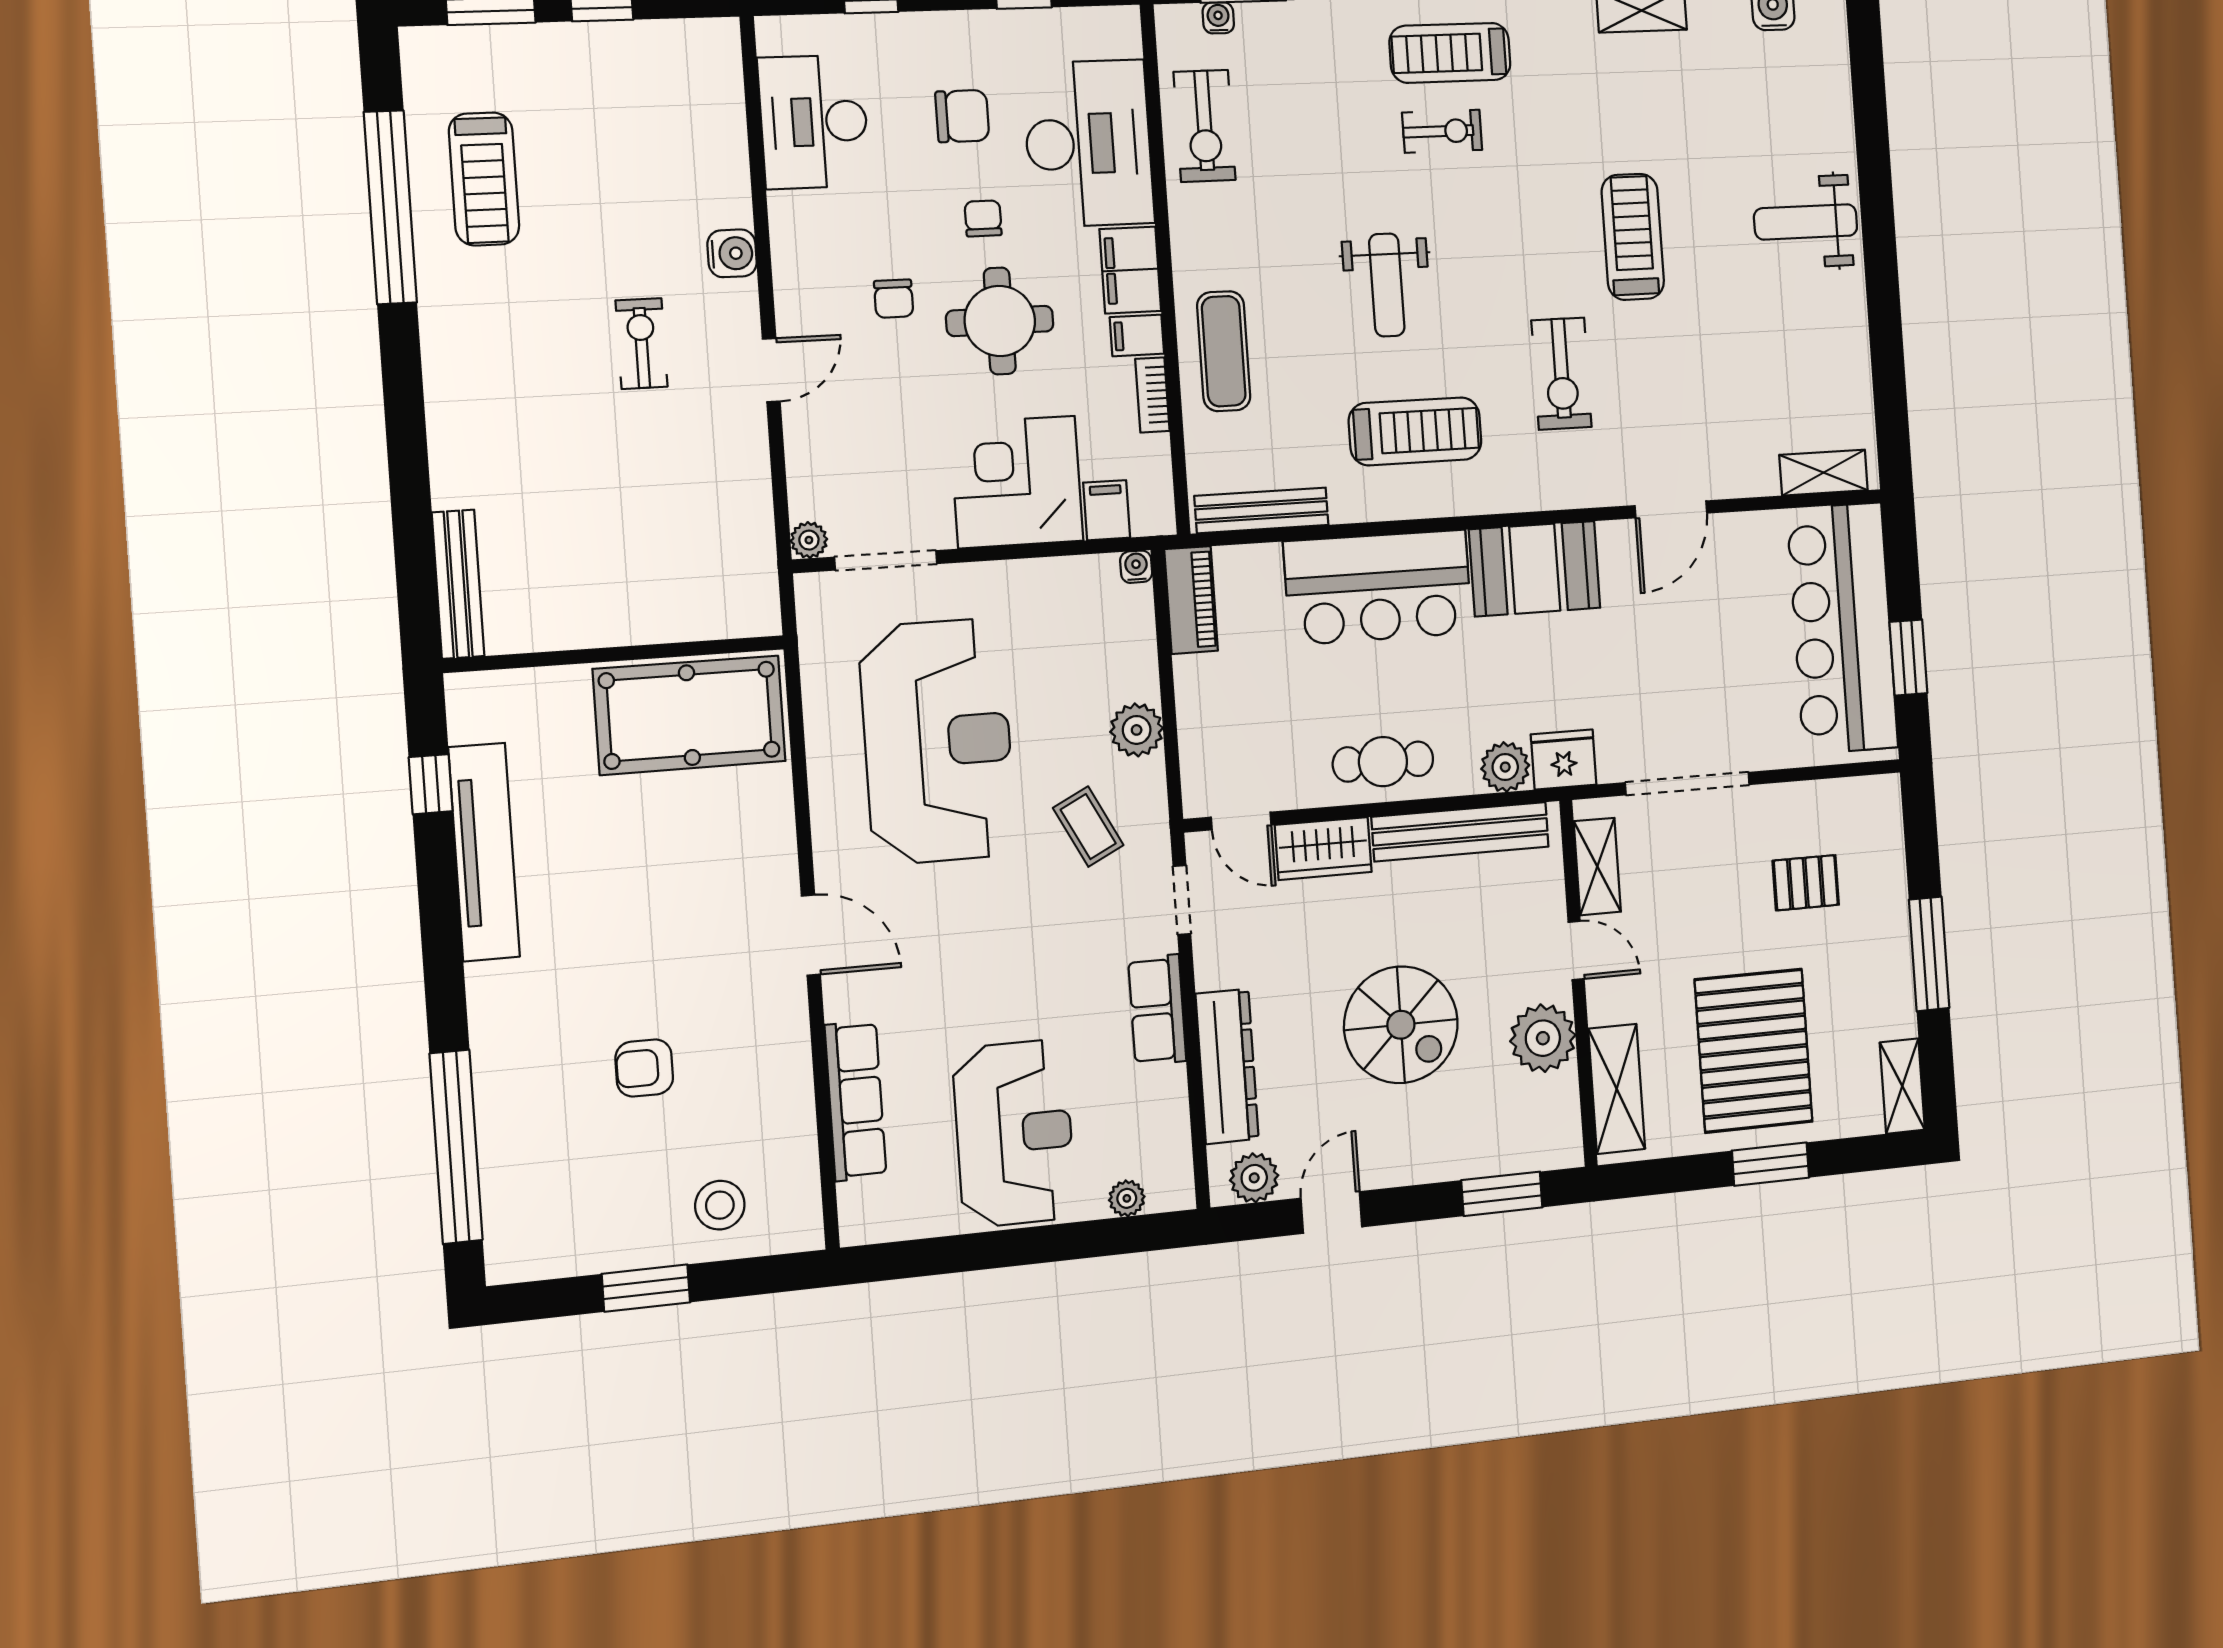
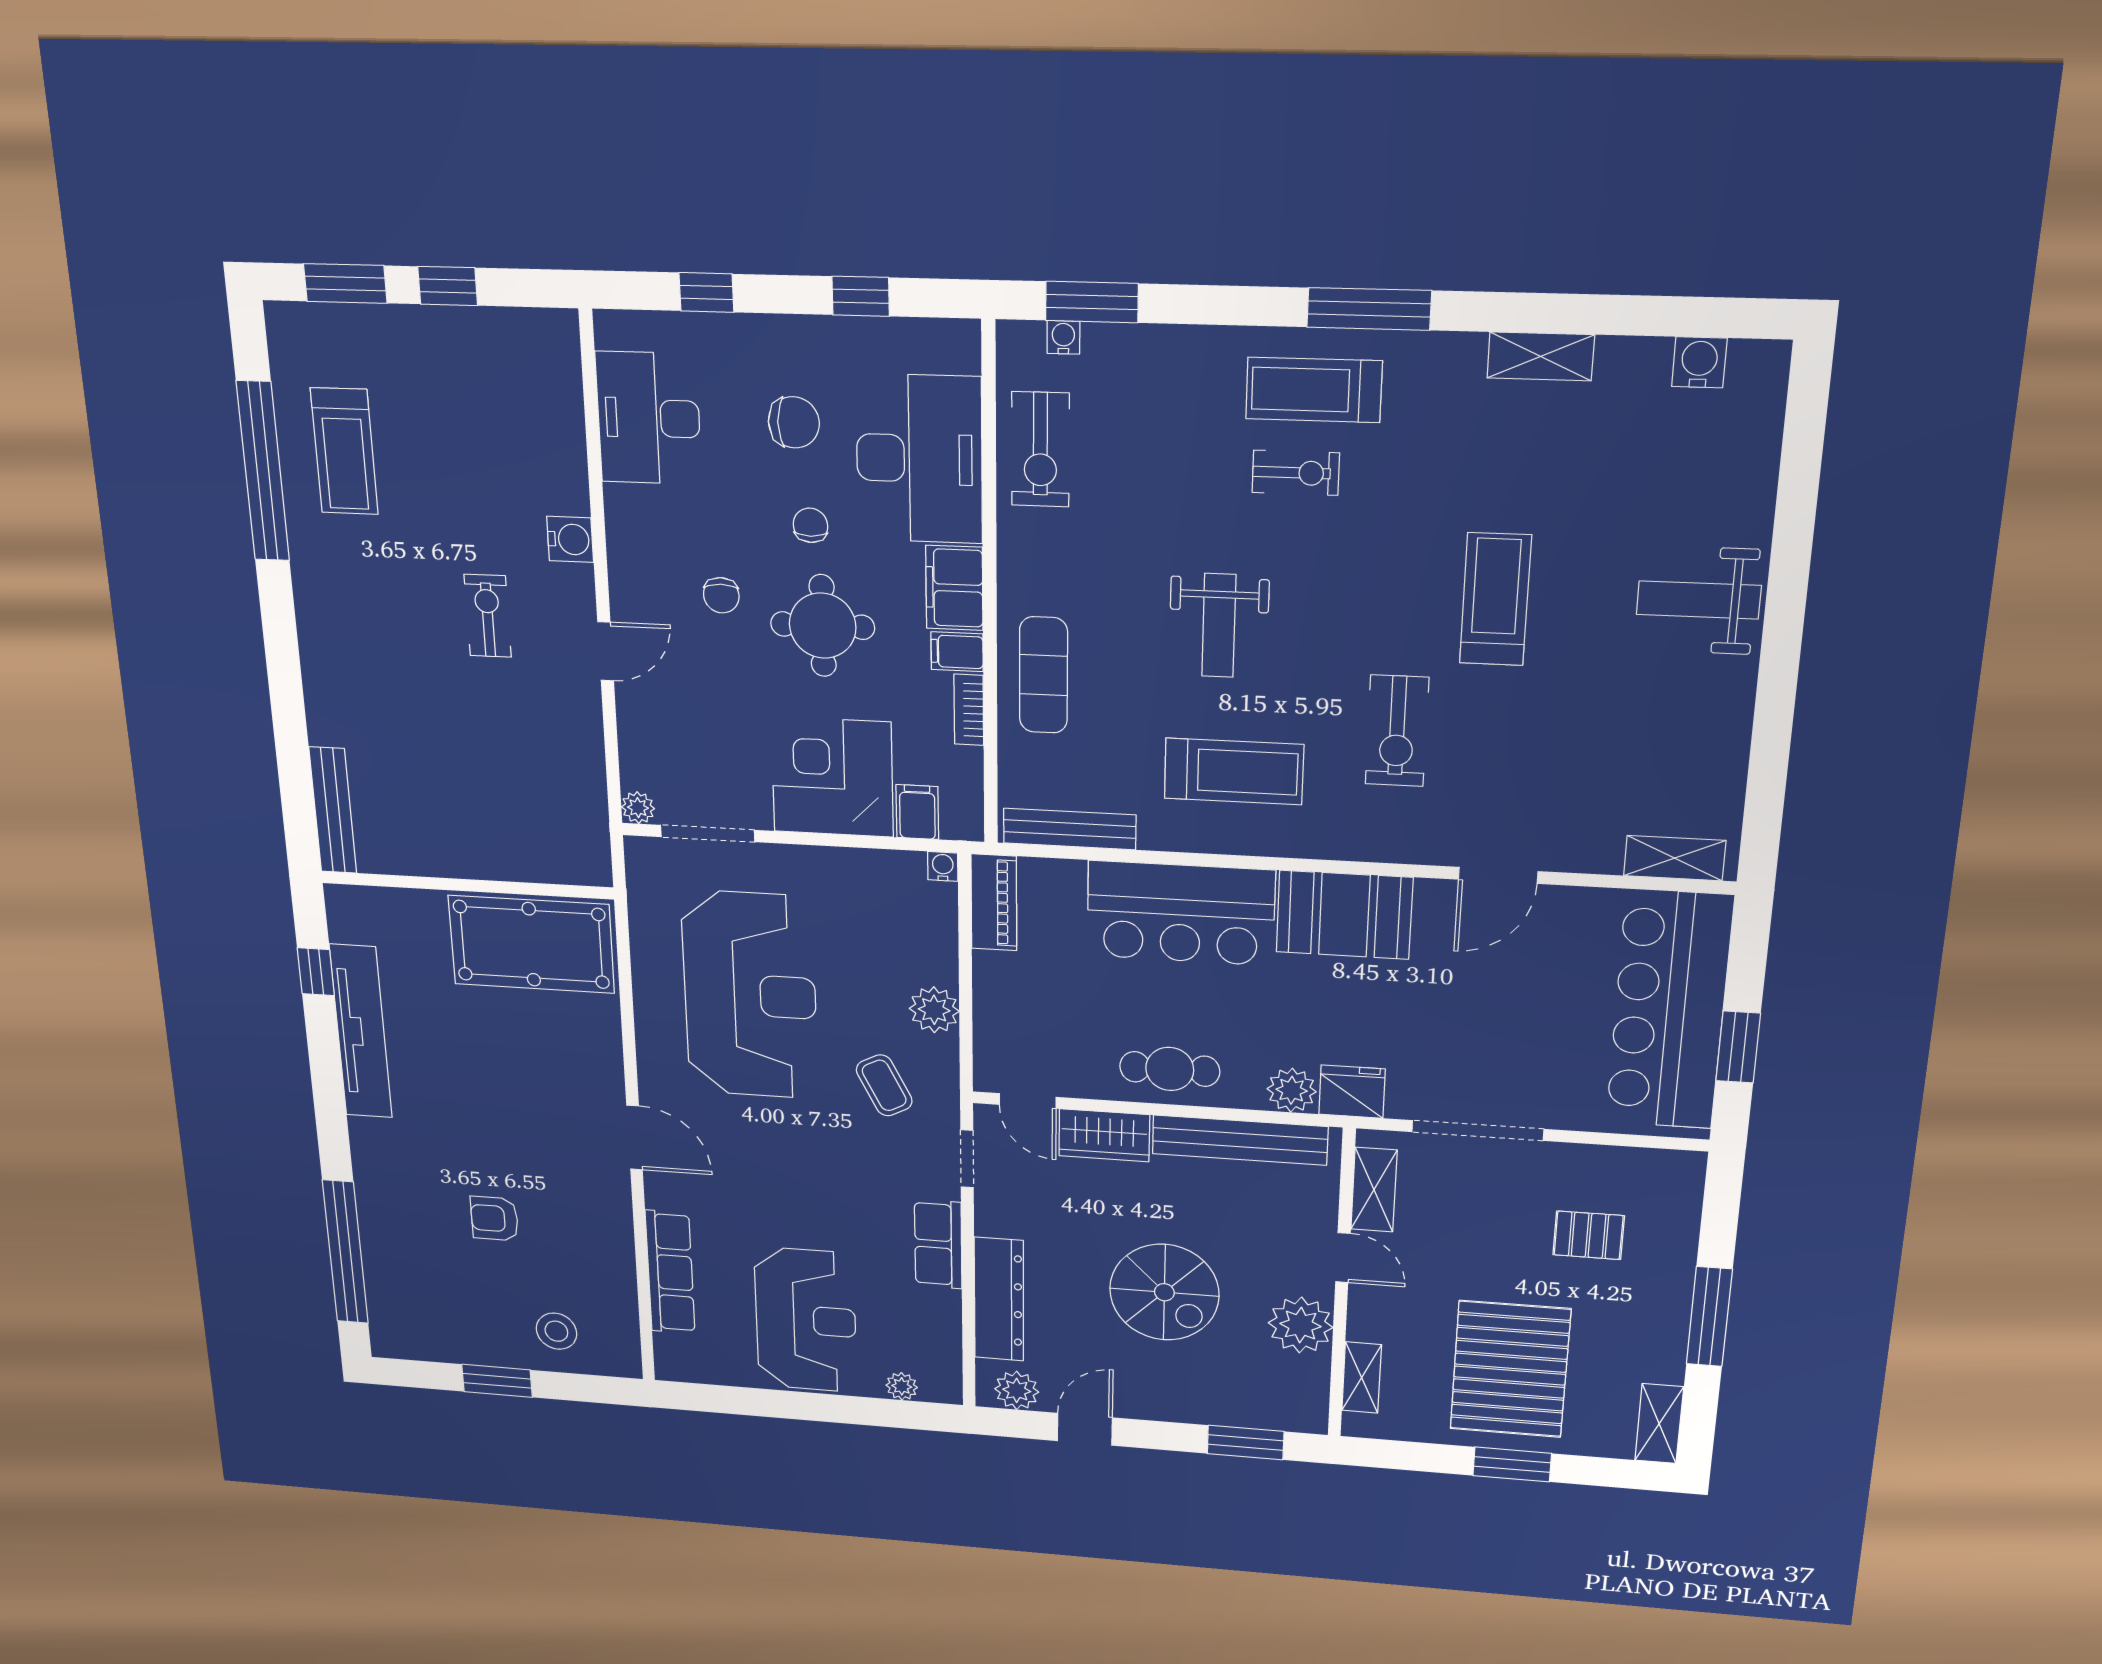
shelving: (1617, 1089) -> (1362, 1378), width x0.67, depth x0.75

